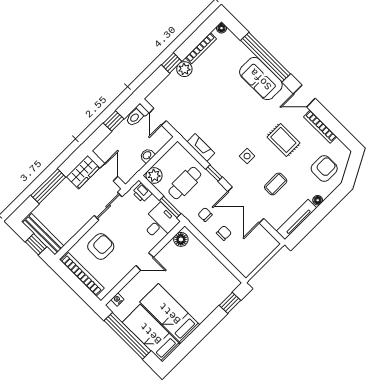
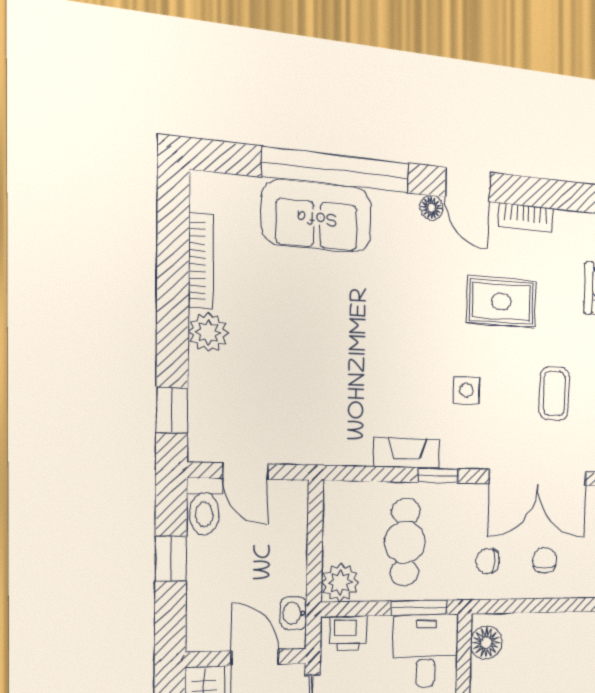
floor lamp: (221, 28) -> (432, 208), moved
window: (172, 63) -> (172, 410), moved
sofa: (261, 79) -> (317, 216), moved
door: (304, 96) -> (468, 185), hinge flipped
bookcase: (320, 127) -> (526, 217), width x0.64
fireplace: (201, 147) -> (407, 453), moved
washbasin: (147, 155) -> (294, 613), moved

